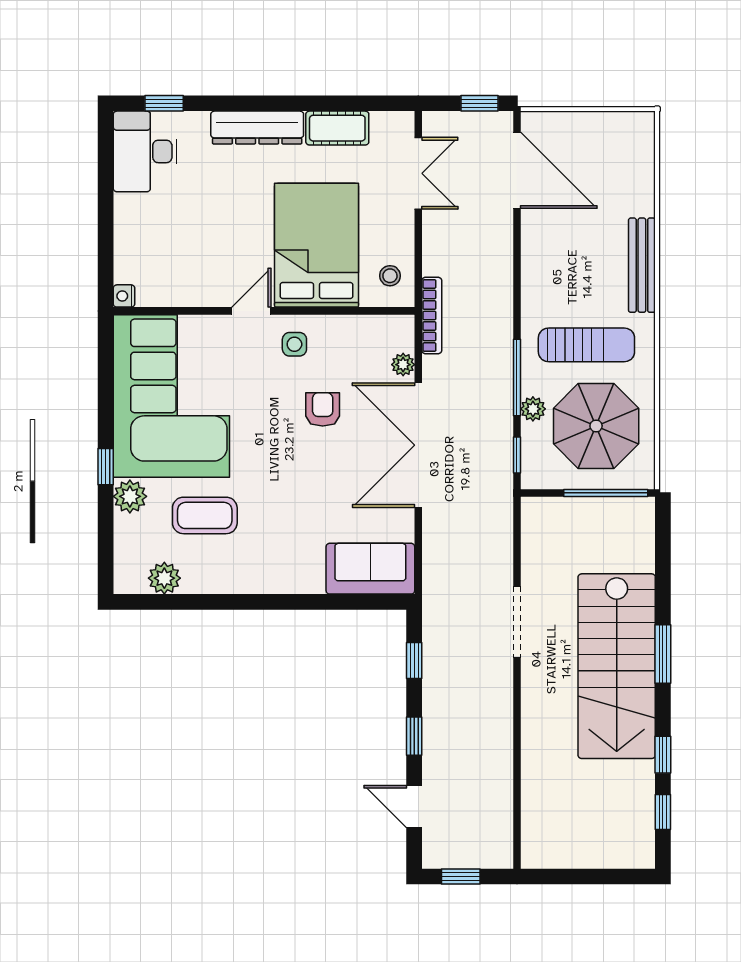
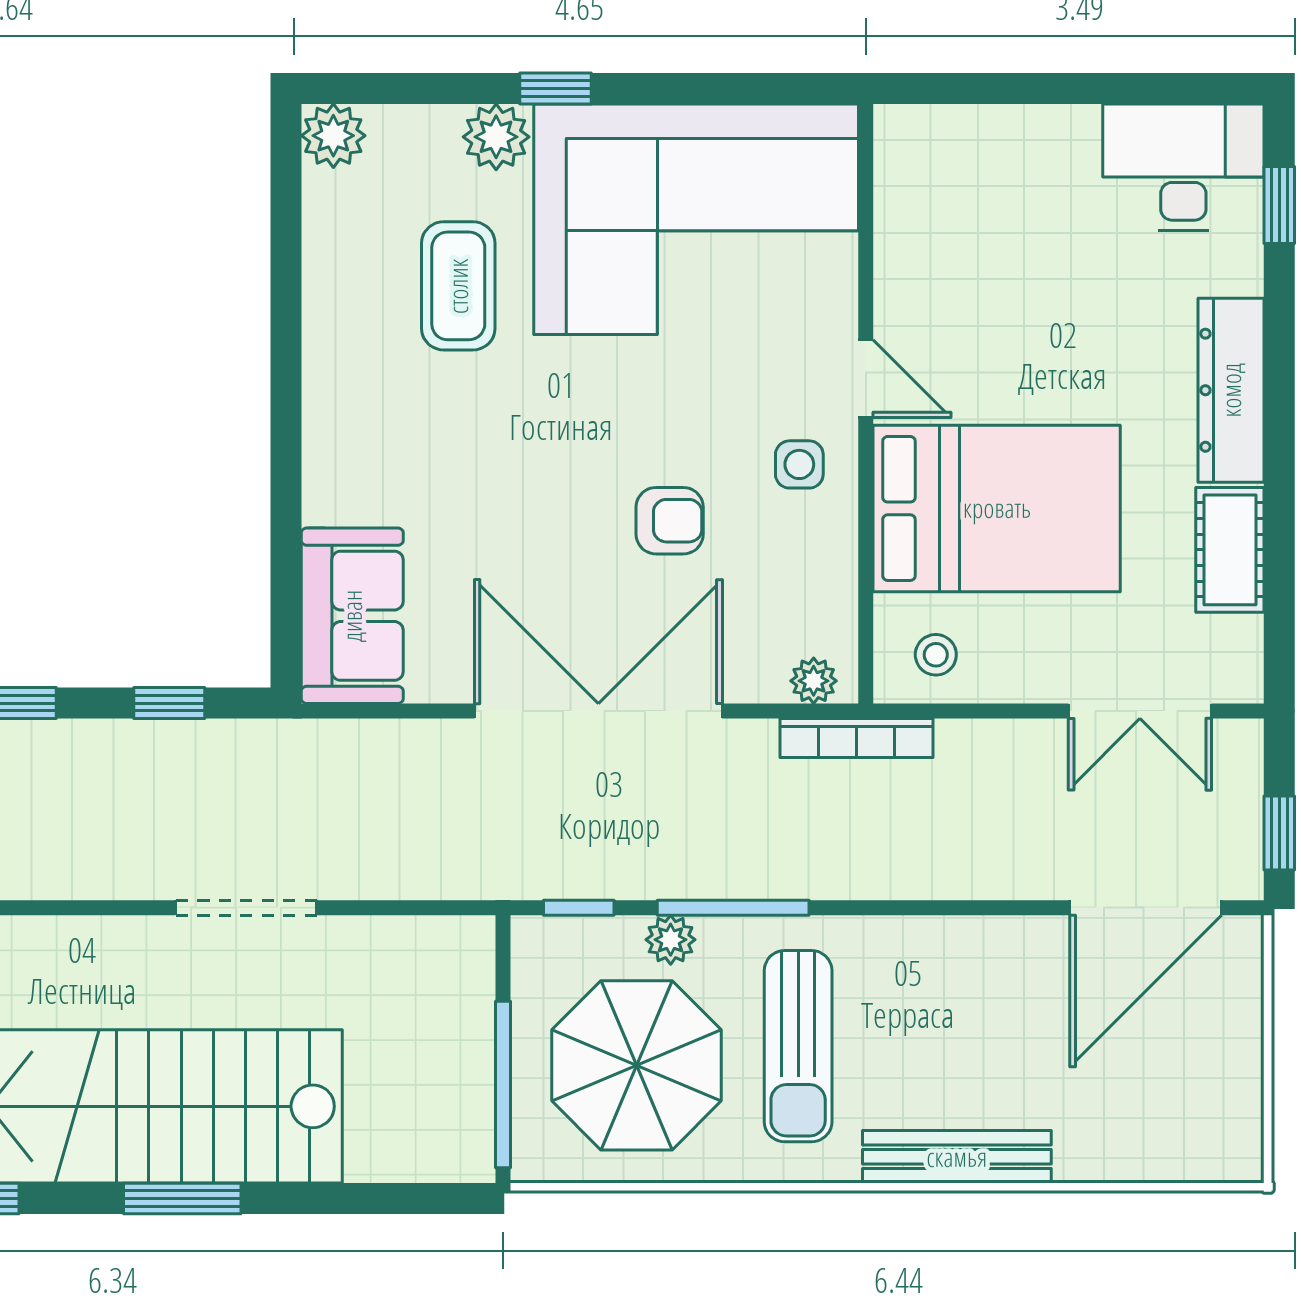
nightstand: (124, 296) -> (895, 125), removed
plant: (403, 365) -> (814, 681), moved
plant: (164, 578) -> (333, 136), moved

